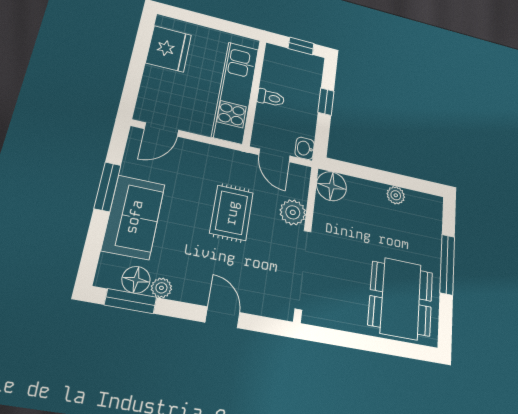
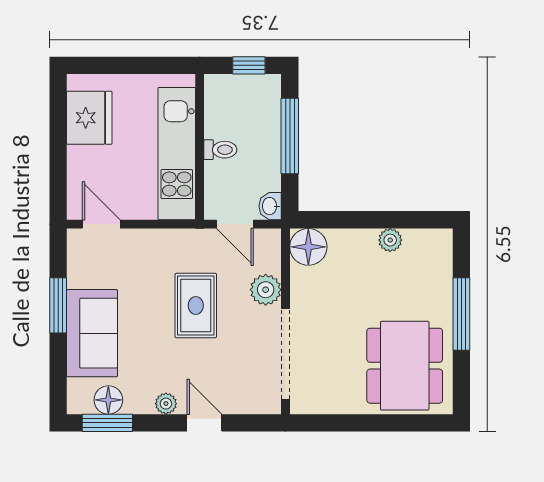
window: (326, 102) -> (290, 136), width x2.17
door: (162, 130) -> (101, 224), swing flipped
plant: (161, 288) -> (166, 404), moved

